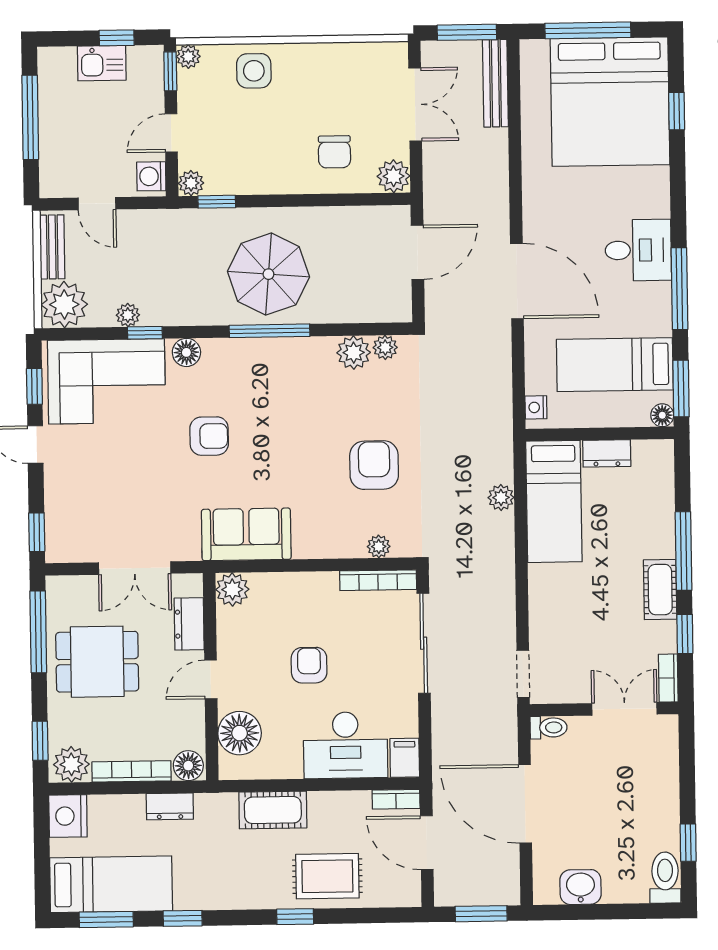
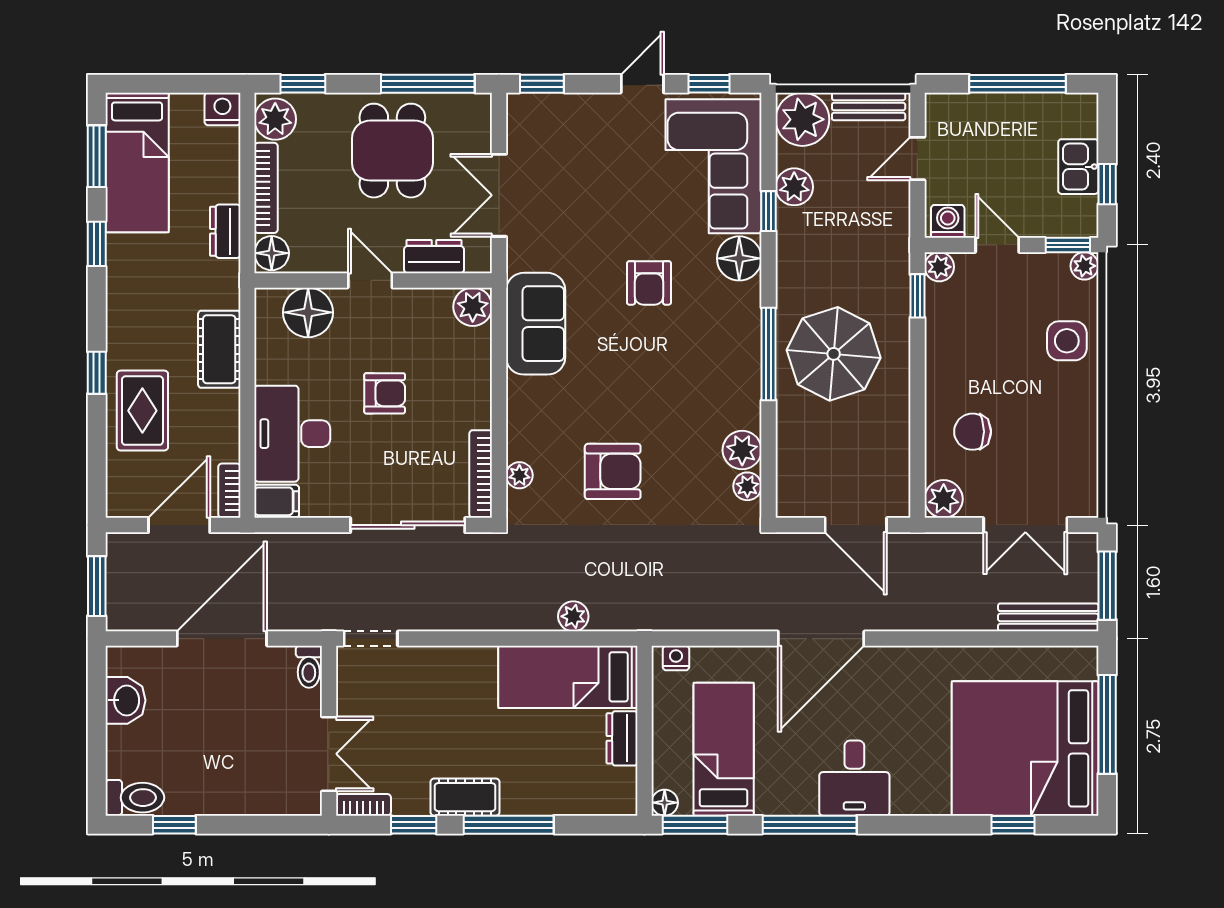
plant: (128, 315) -> (794, 187), width x1.38, depth x1.38
floor lamp: (186, 352) -> (739, 258), width x1.38, depth x1.38
nightstand: (68, 816) -> (222, 109), width x0.74, depth x0.75

